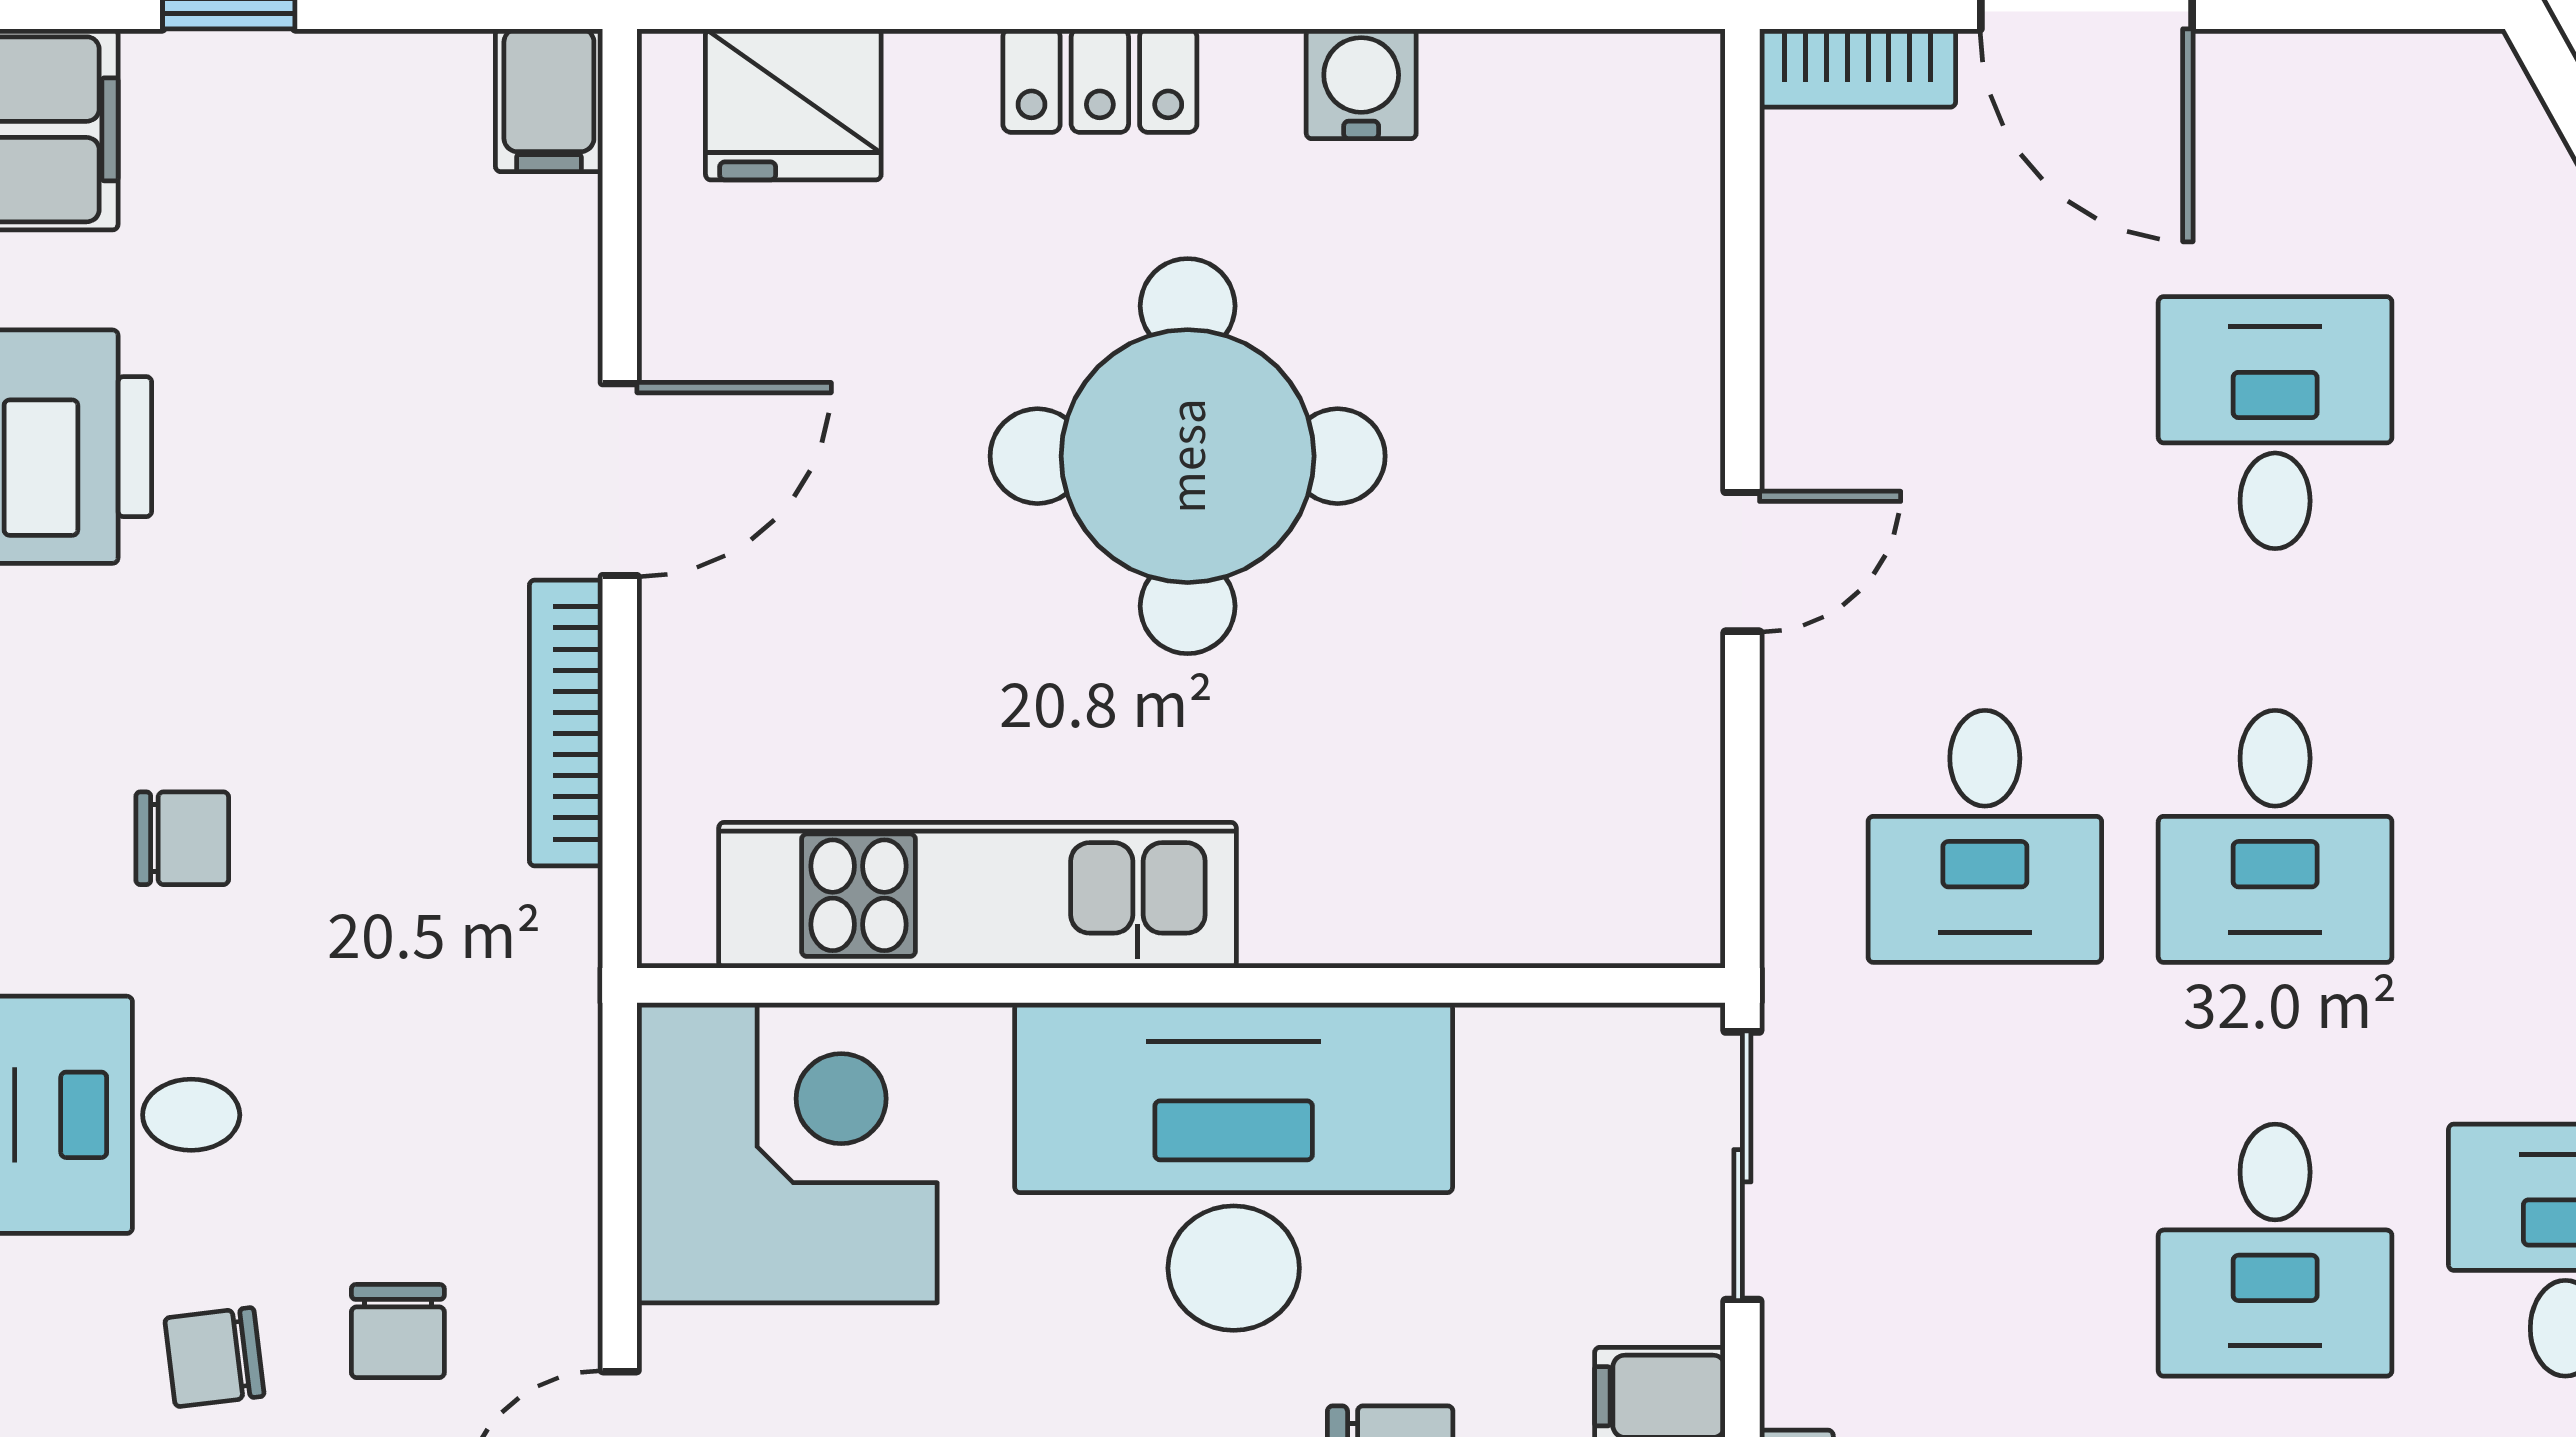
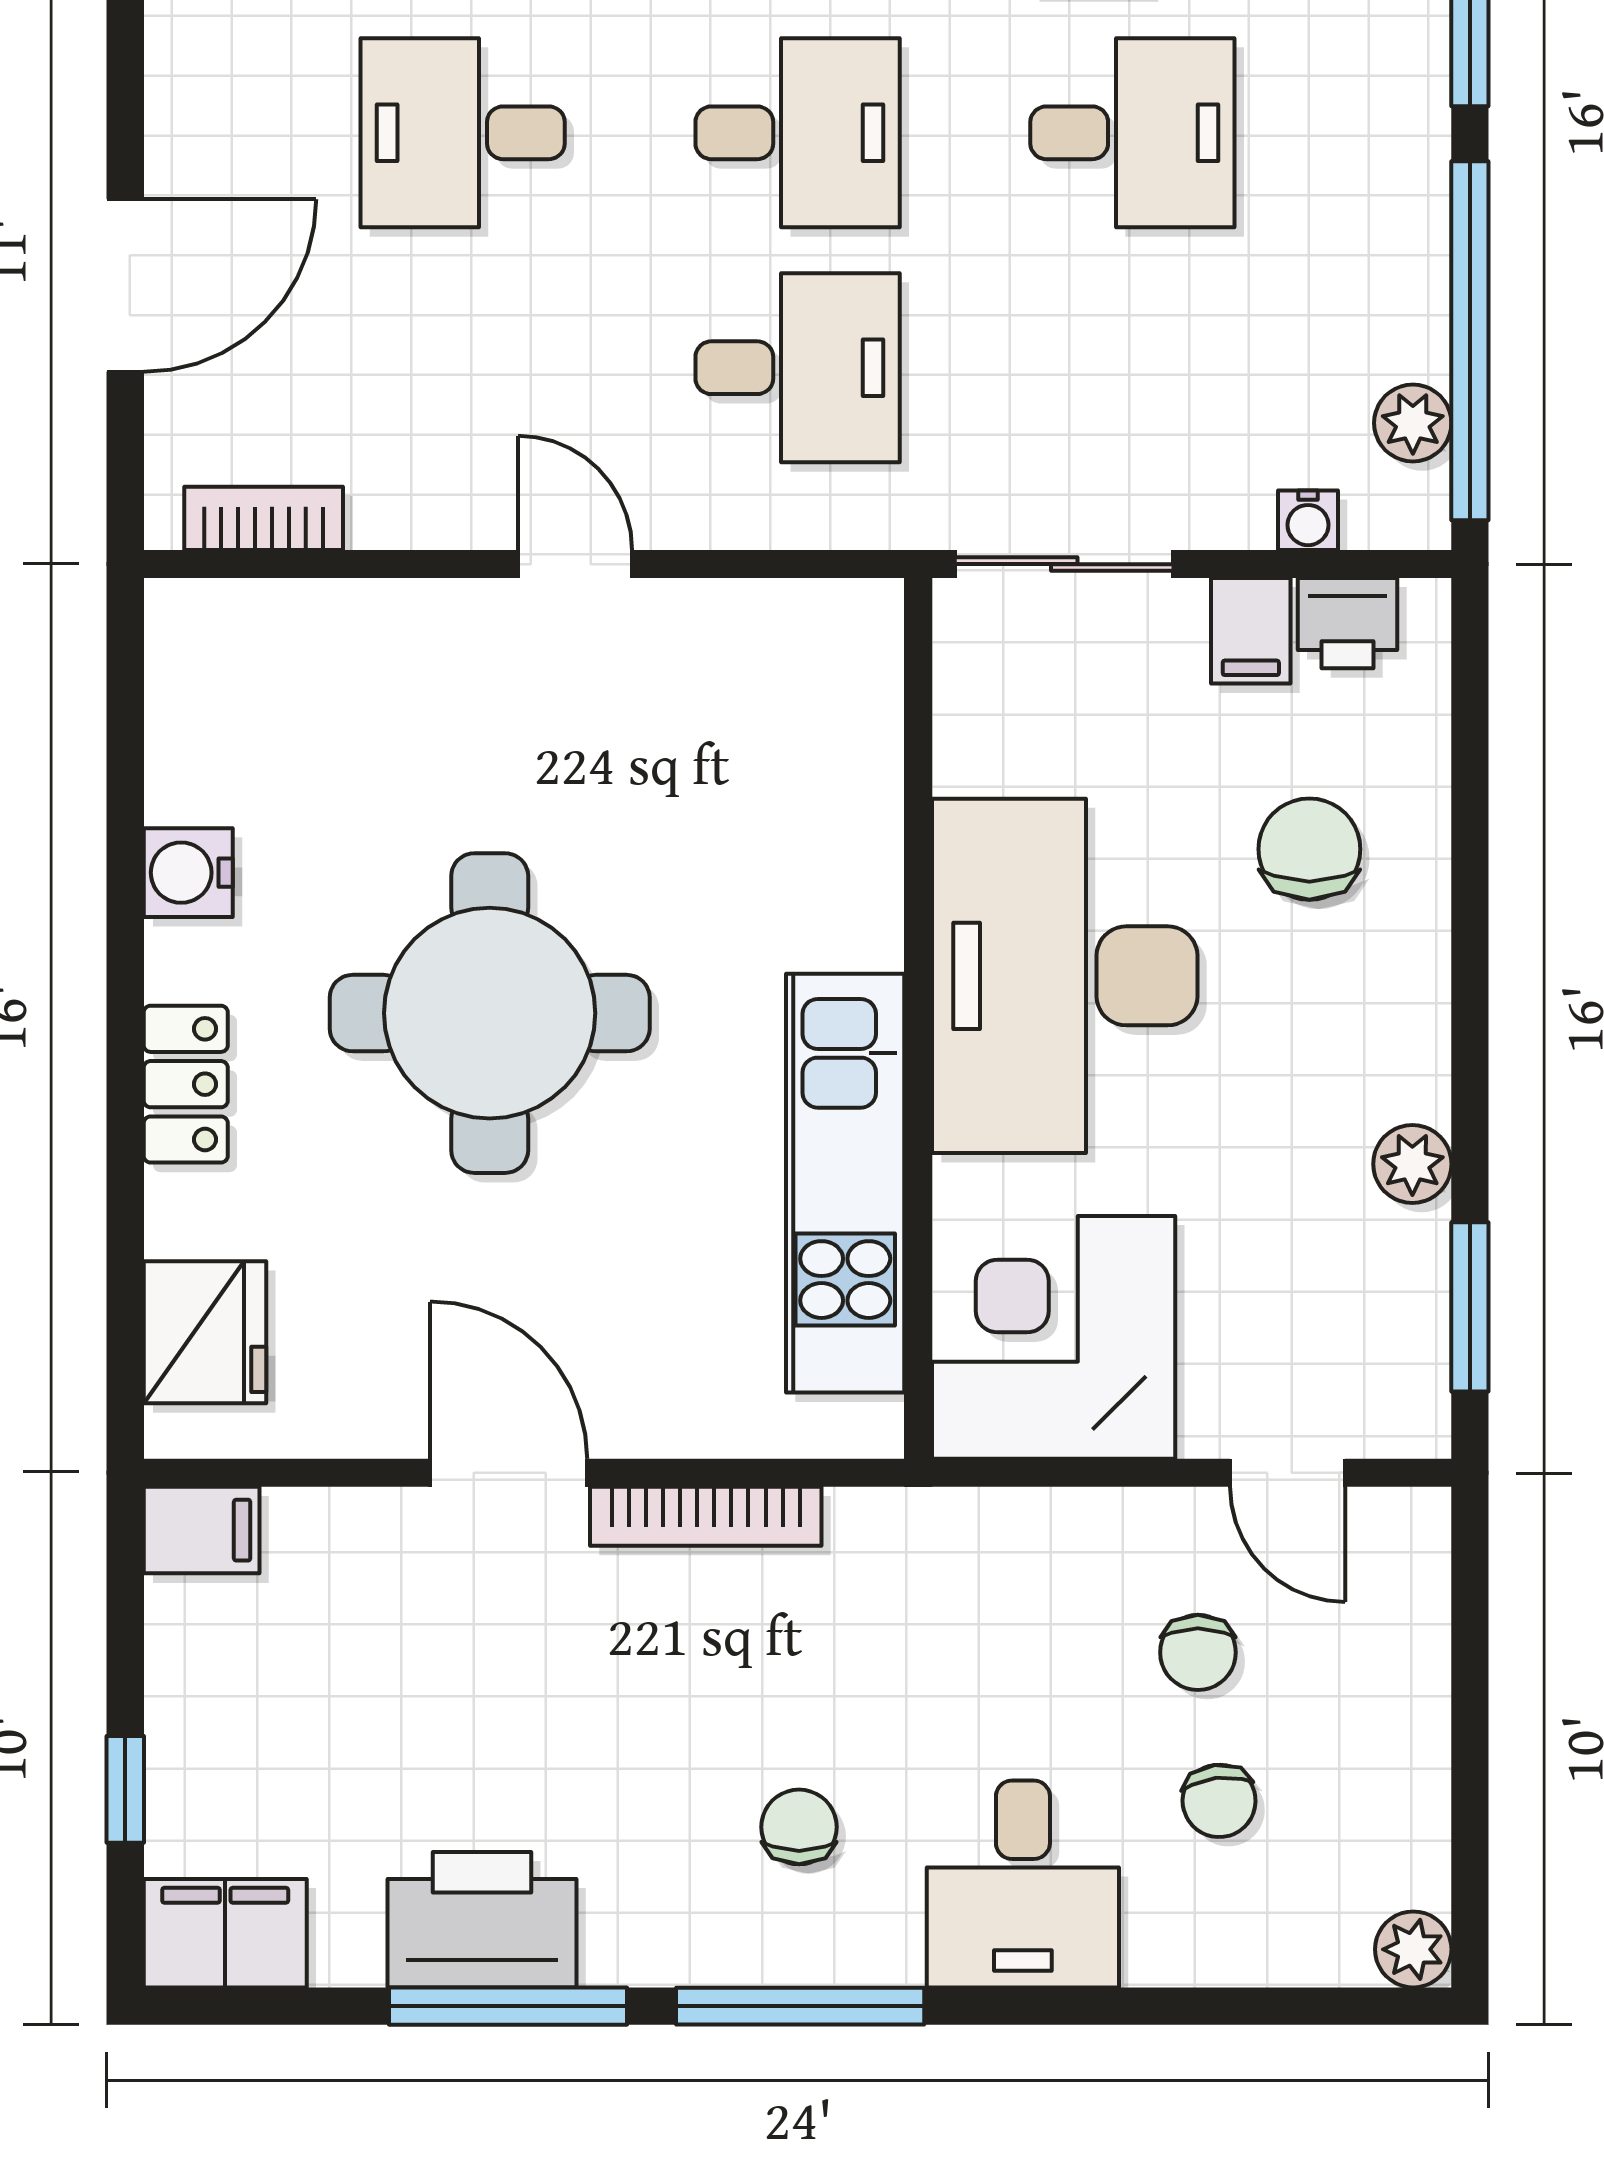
bookcase: (1858, 68) -> (264, 518), moved, turned -90
chair: (398, 1331) -> (1198, 1652), turned 90

